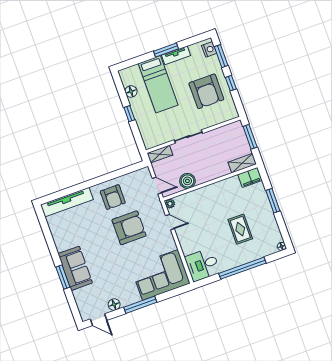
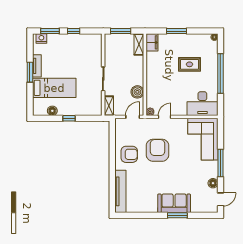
armchair: (206, 91) -> (73, 52), removed
desk: (202, 265) -> (202, 104), width x1.37

